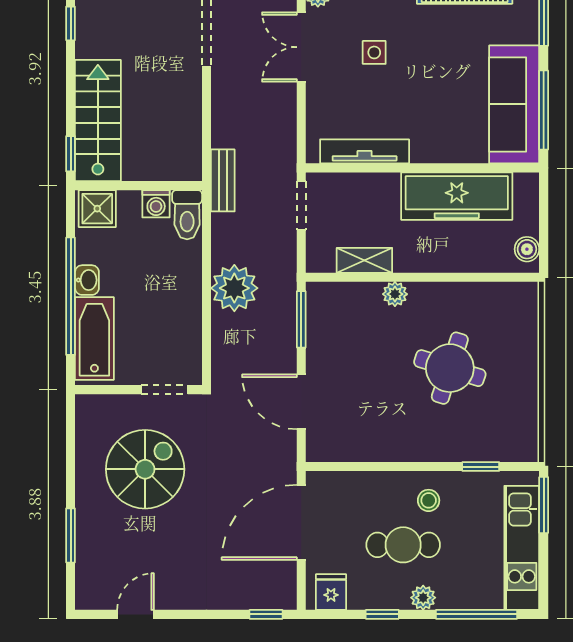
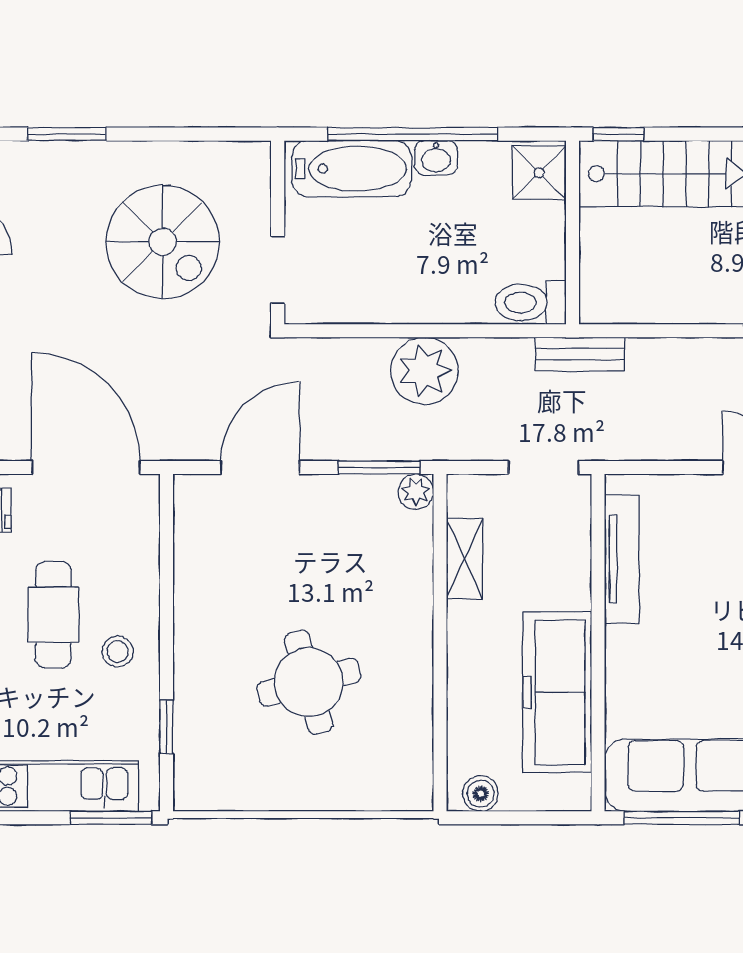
washing machine: (156, 204) -> (546, 258), removed
plant: (395, 294) -> (416, 492), moved
round table: (450, 368) -> (309, 682), turned -33

